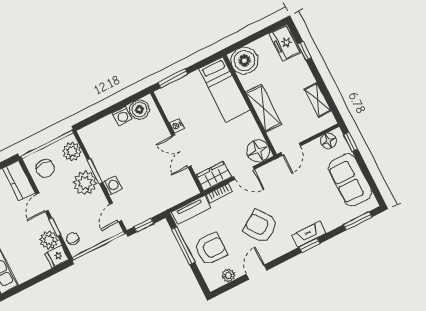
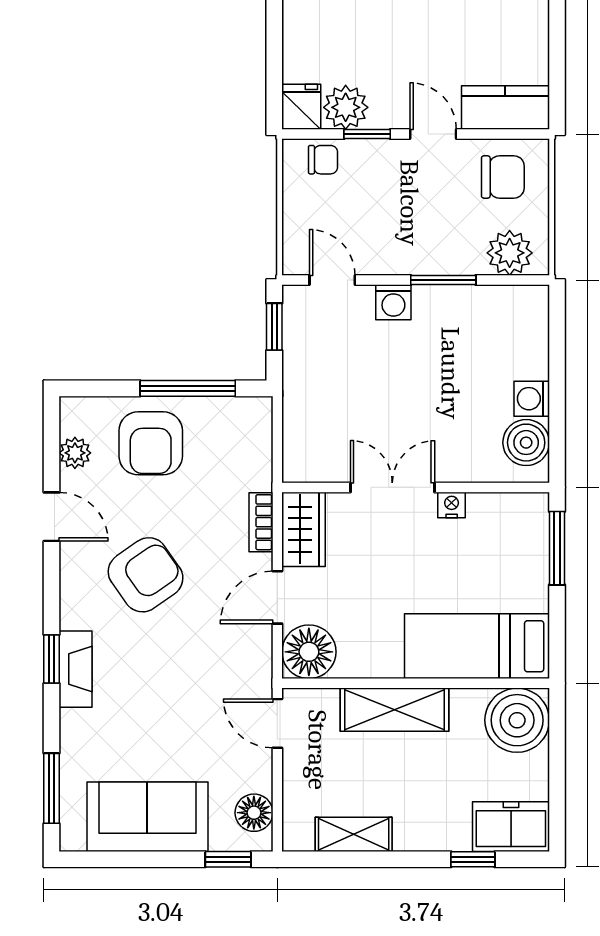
chair: (45, 168) -> (503, 177), turned 180
plant: (85, 183) -> (429, 247), removed
tv unit: (191, 210) -> (256, 444), removed

